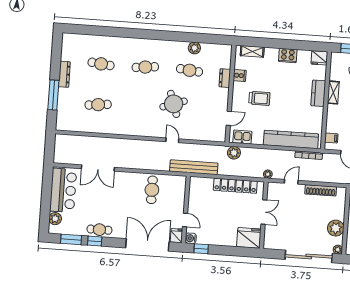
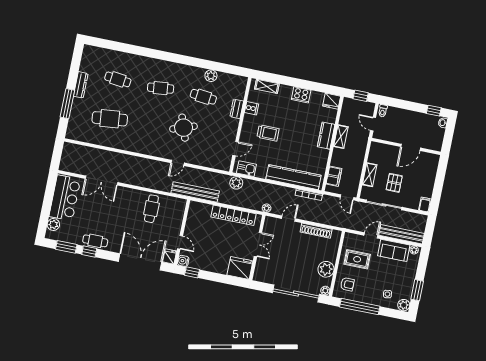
cafe table: (98, 105) -> (110, 119), width x1.37, depth x1.35
filing cabinet: (331, 138) -> (334, 176), width x2.00
door: (172, 140) -> (178, 163), swing flipped

